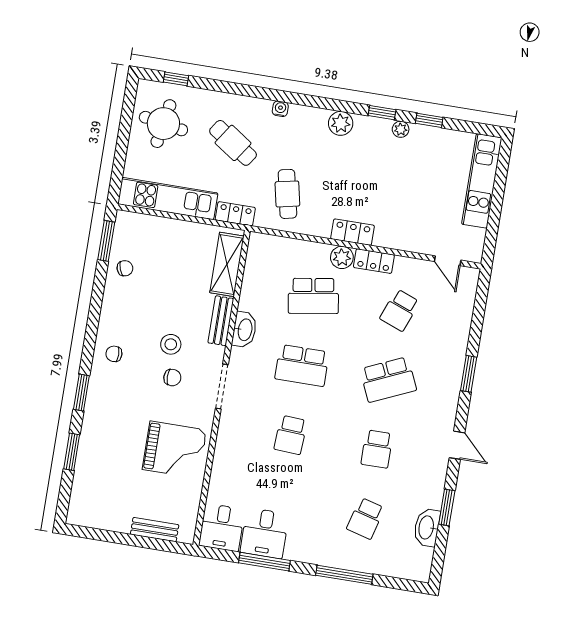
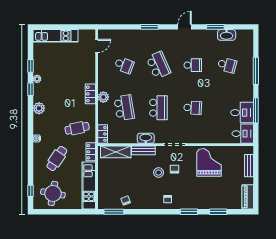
locker: (374, 261) -> (103, 134), moved
piano: (92, 517) -> (248, 197), added

